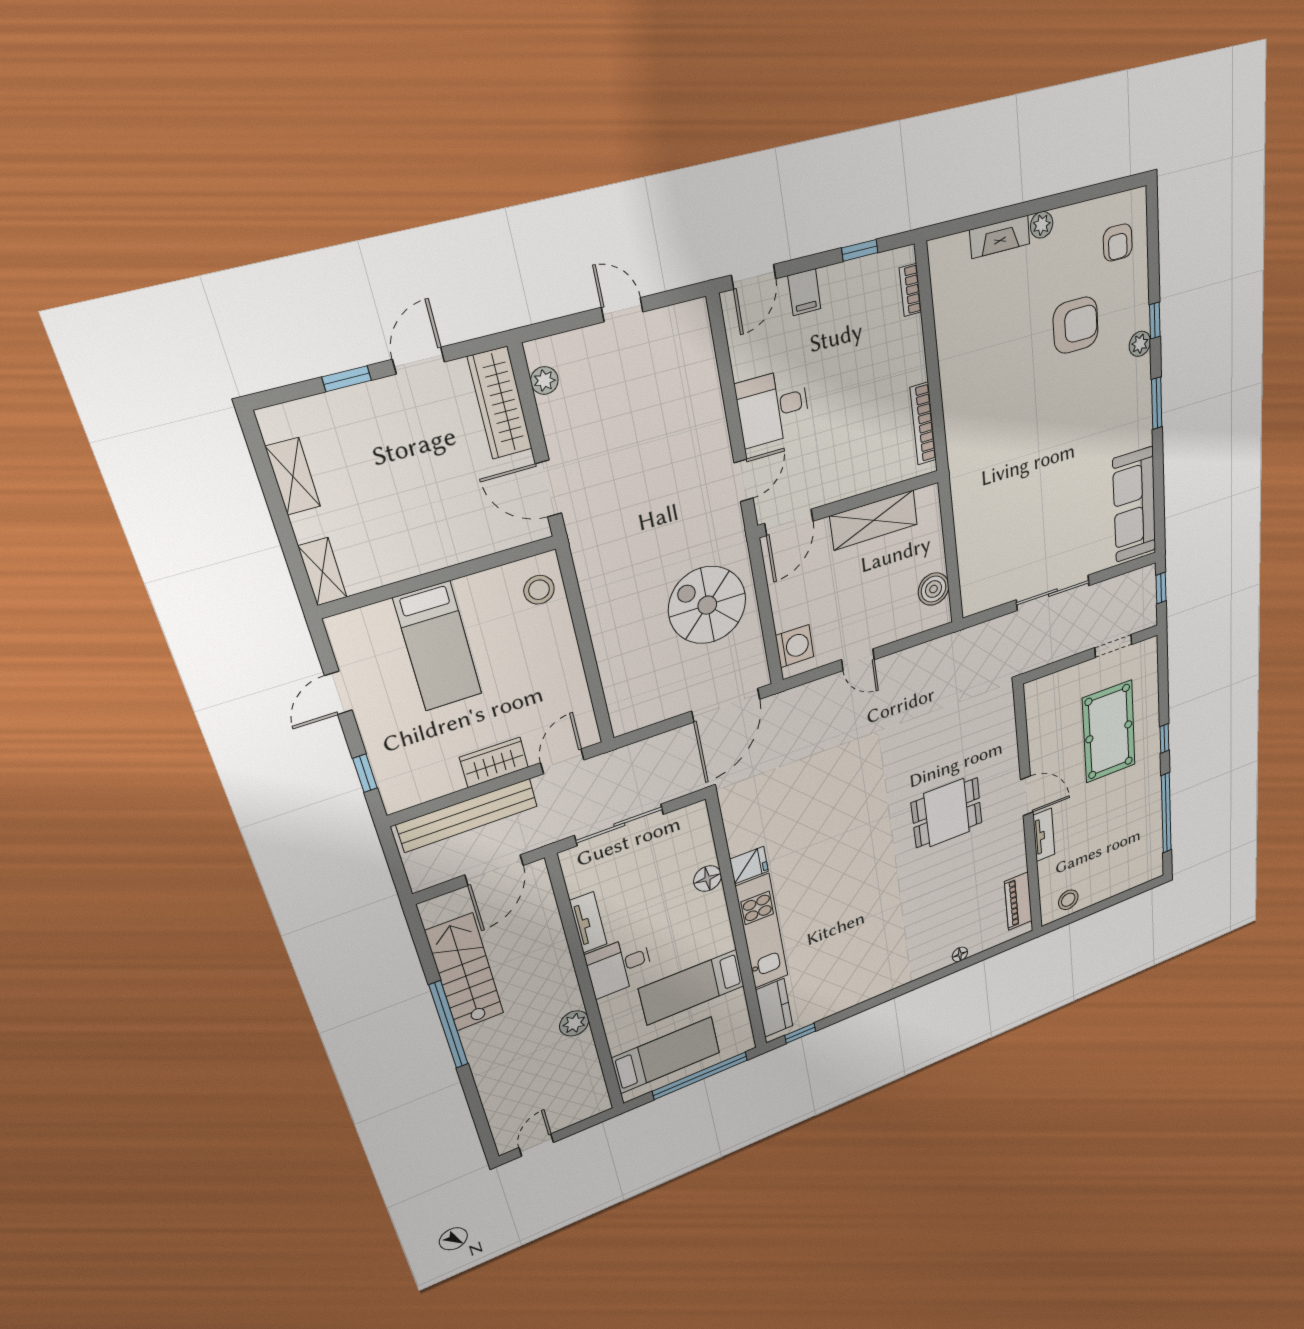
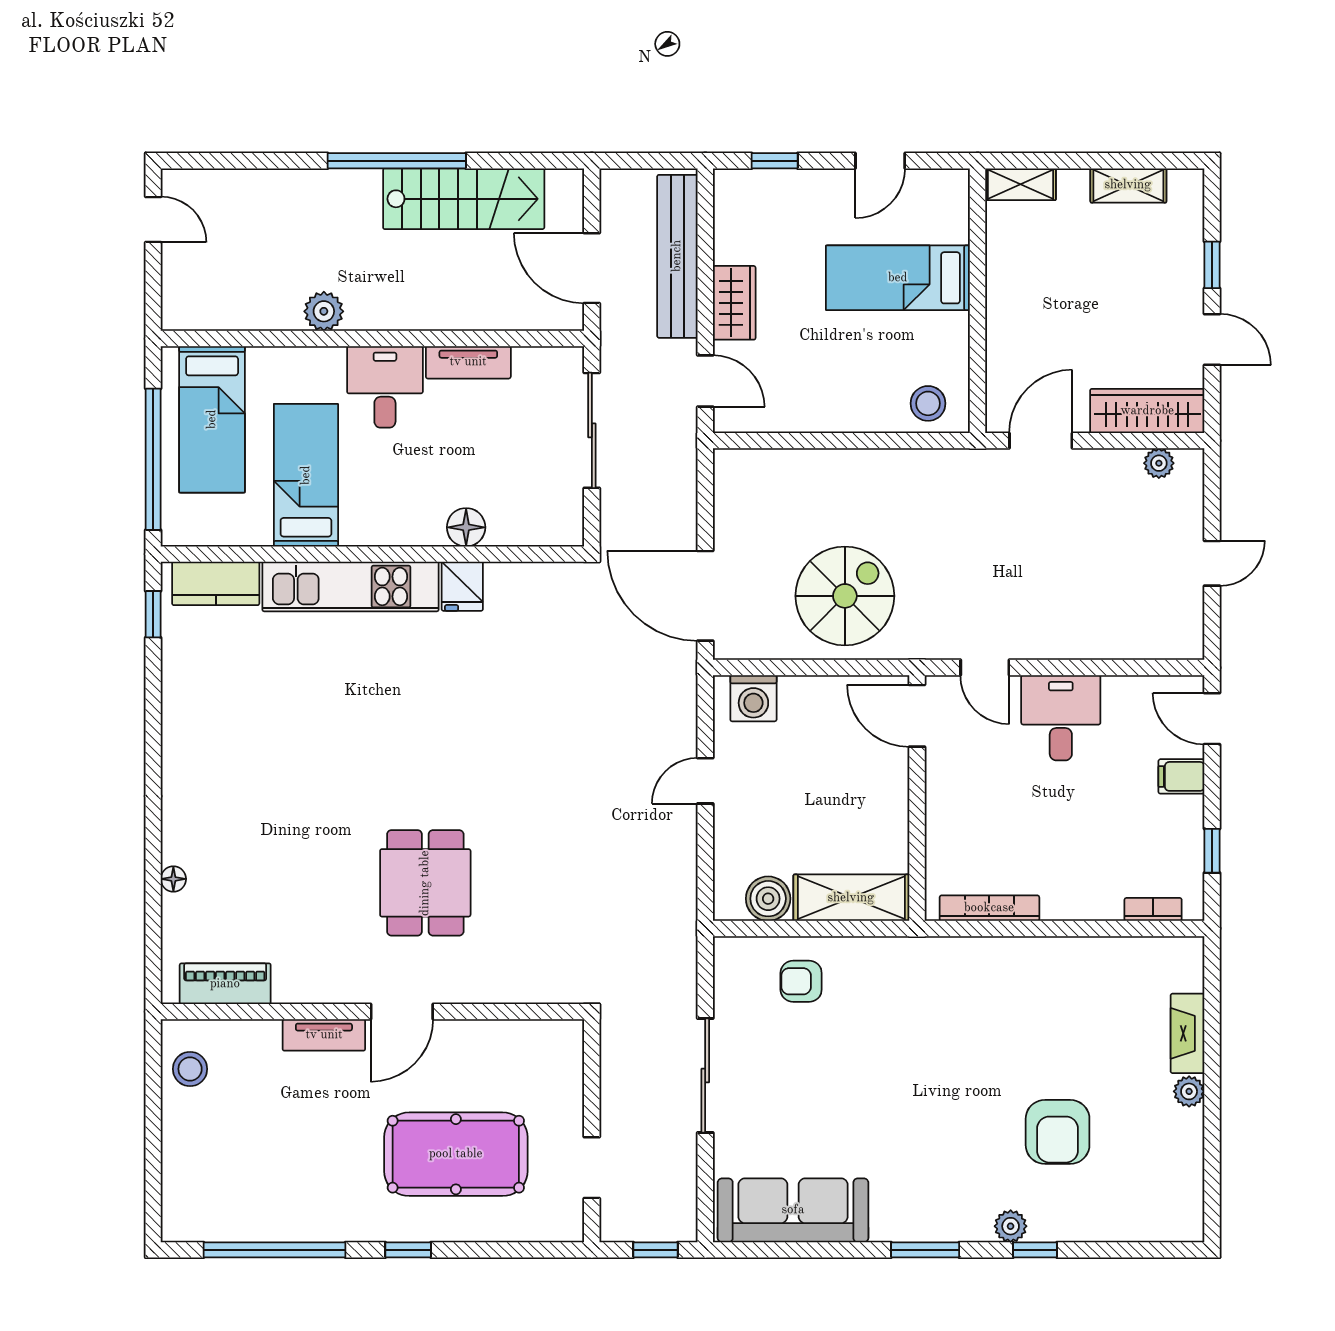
armchair: (1118, 243) -> (801, 981), moved
shelving: (874, 520) -> (851, 898), moved, turned 90
door: (338, 693) -> (880, 161), swing flipped

